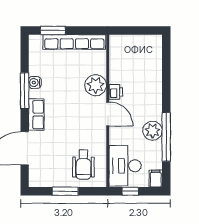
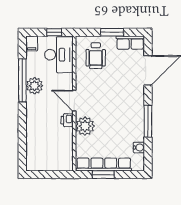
window: (53, 30) -> (103, 175), moved
water cooler: (35, 82) -> (139, 147), moved
row of seats: (36, 115) -> (130, 43), moved, turned -90
wheelchair: (83, 165) -> (96, 56), turned 180

